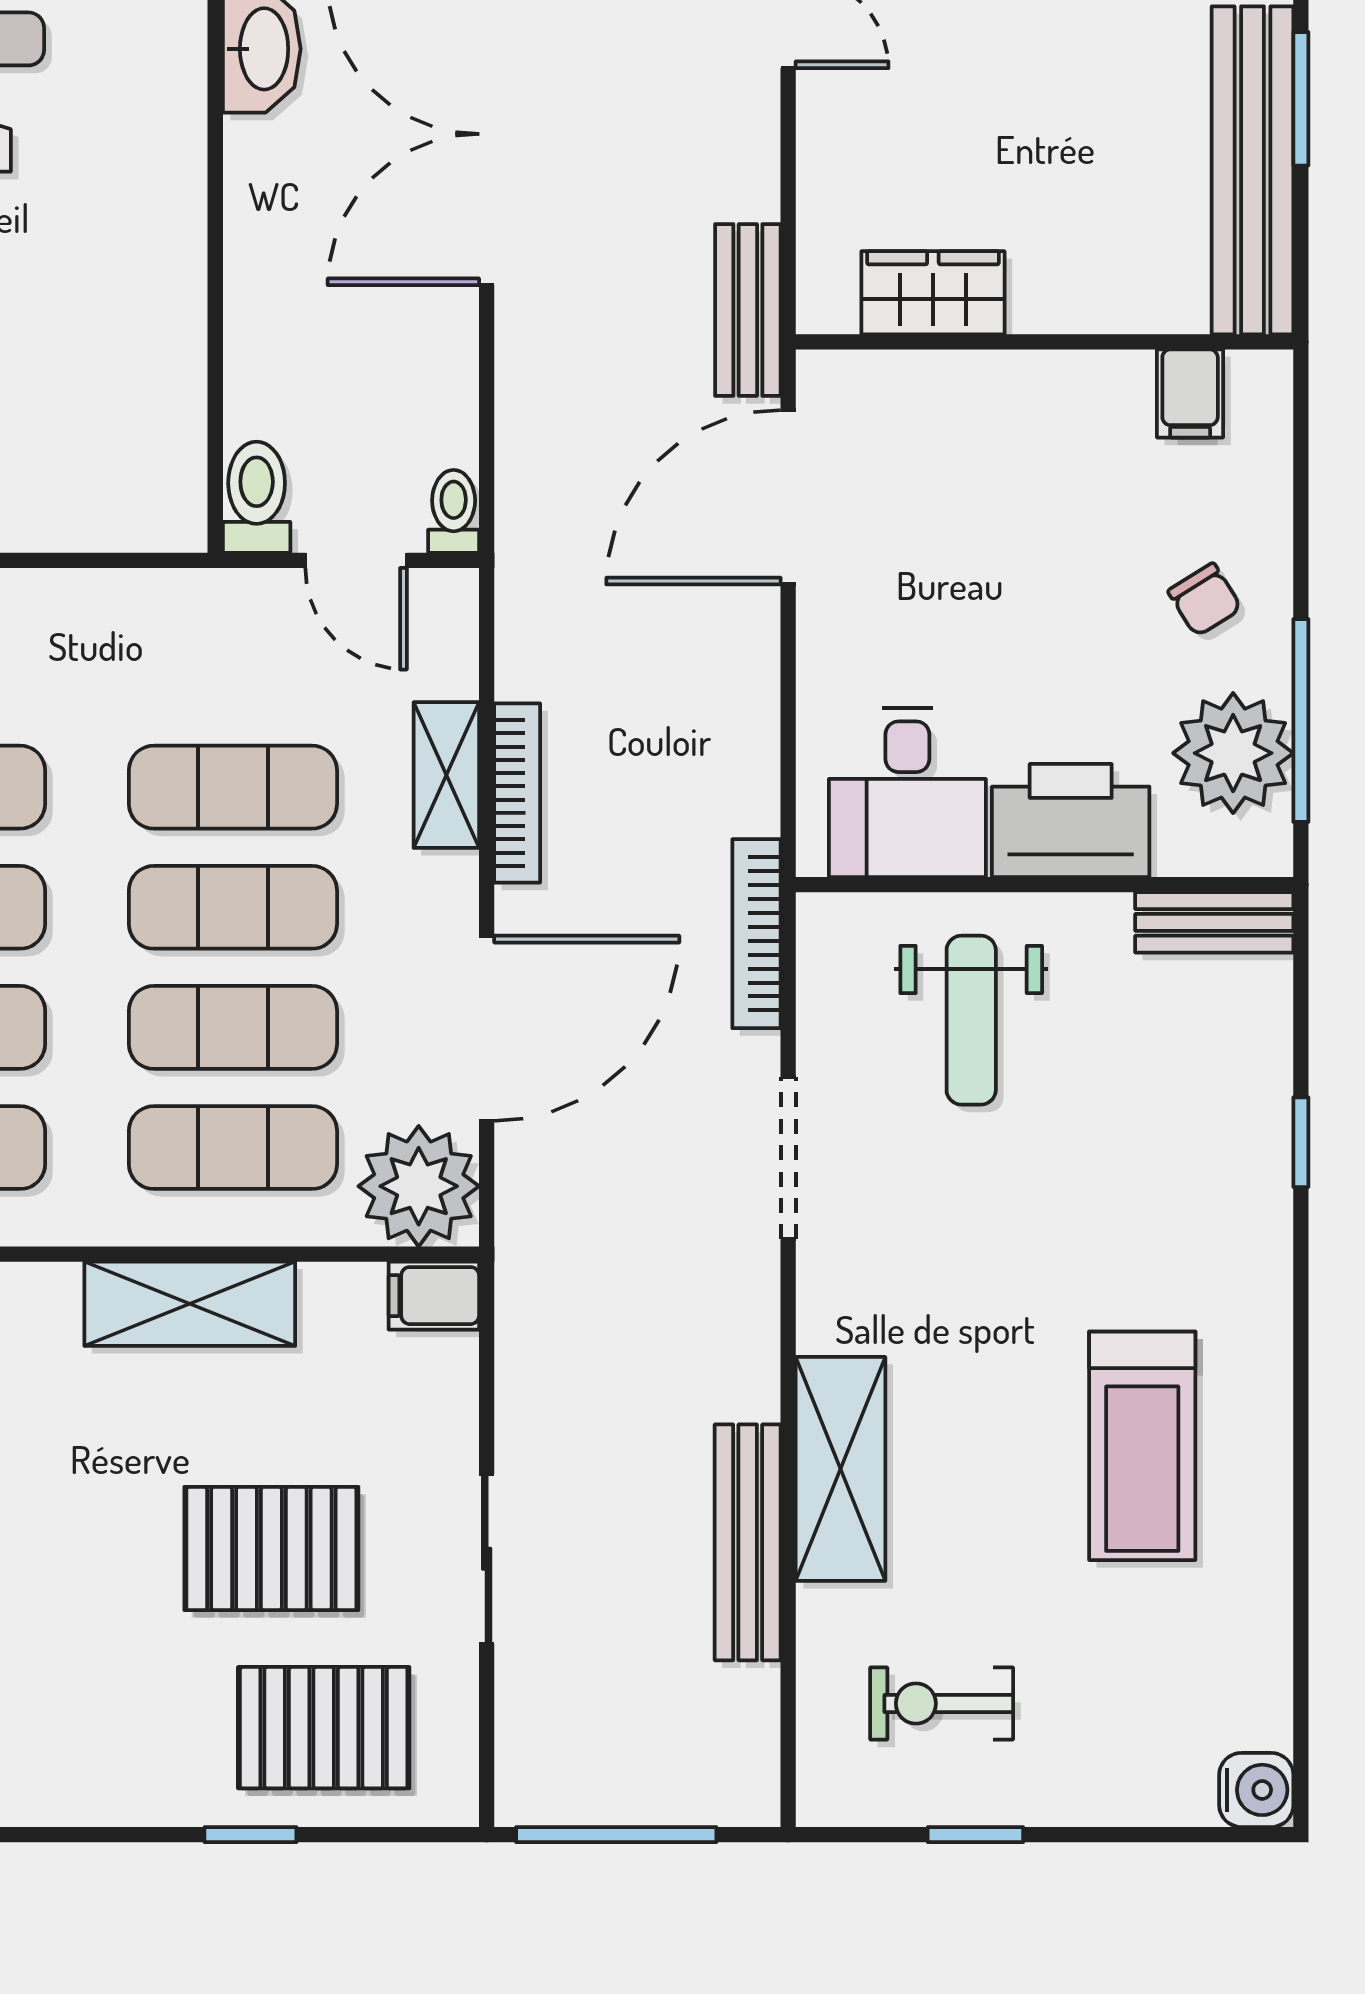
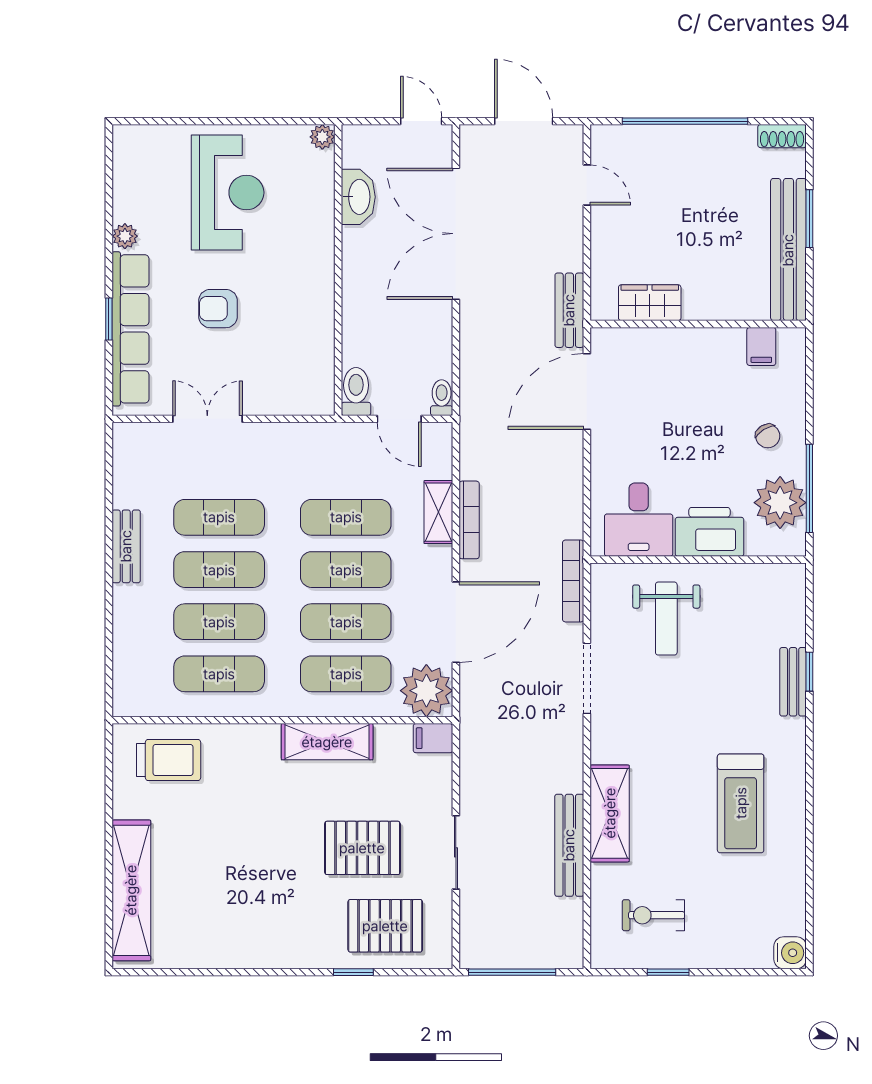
bench: (1214, 922) -> (793, 682), moved, turned 90

